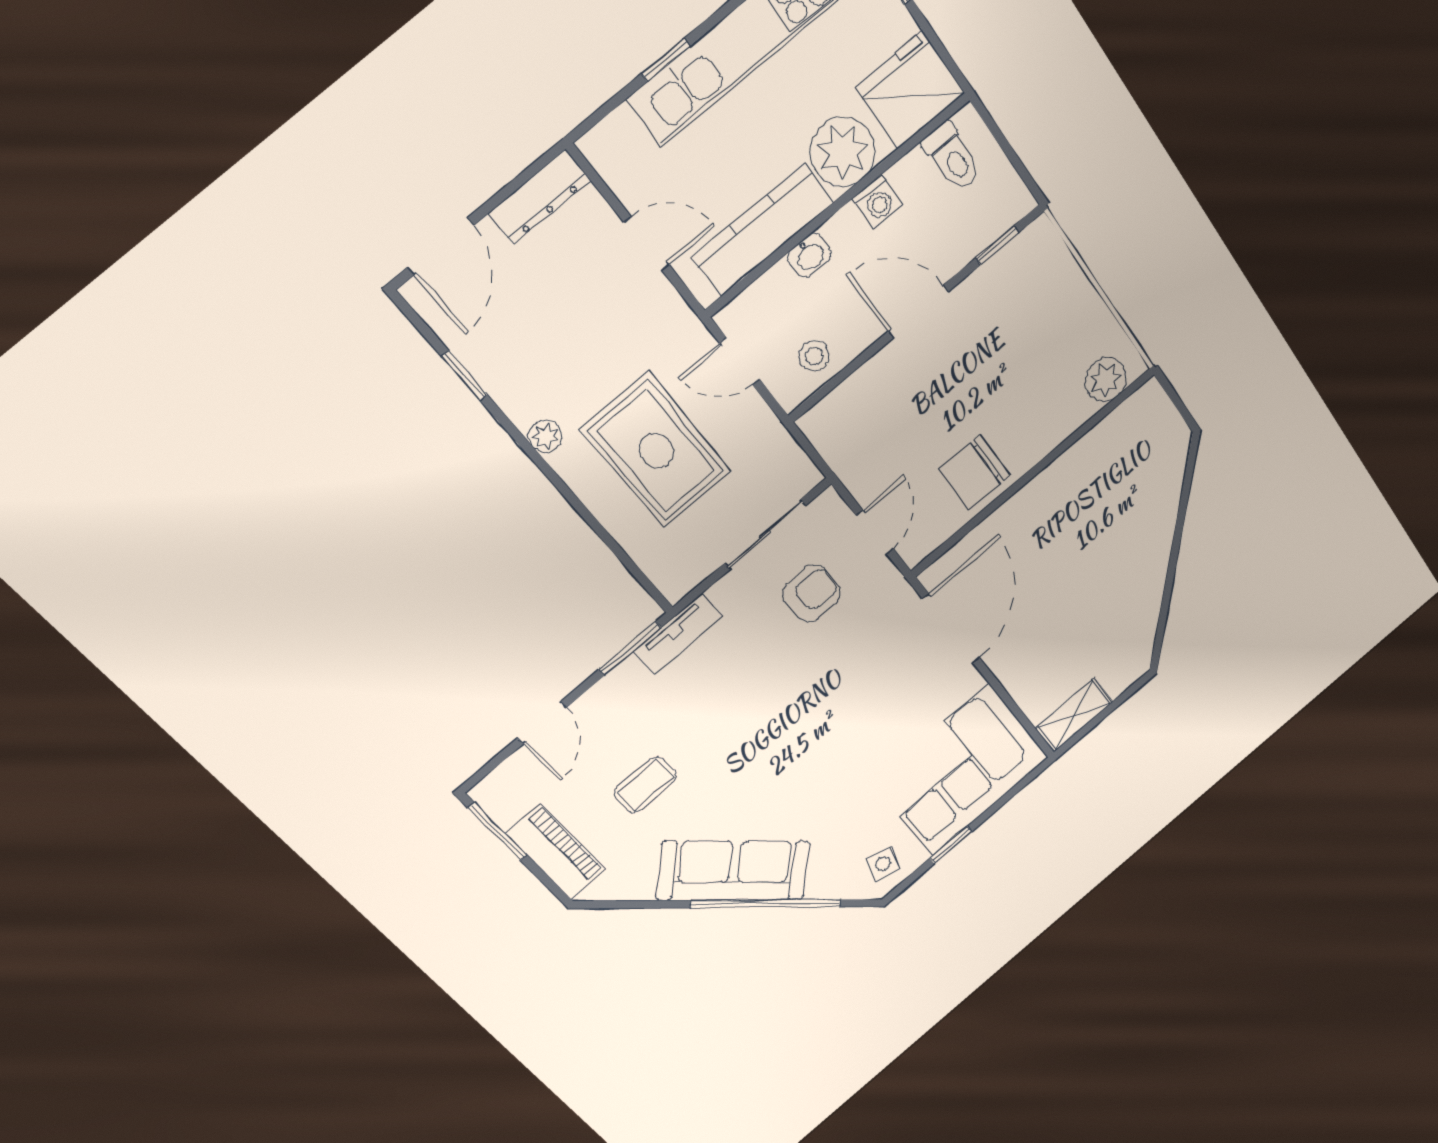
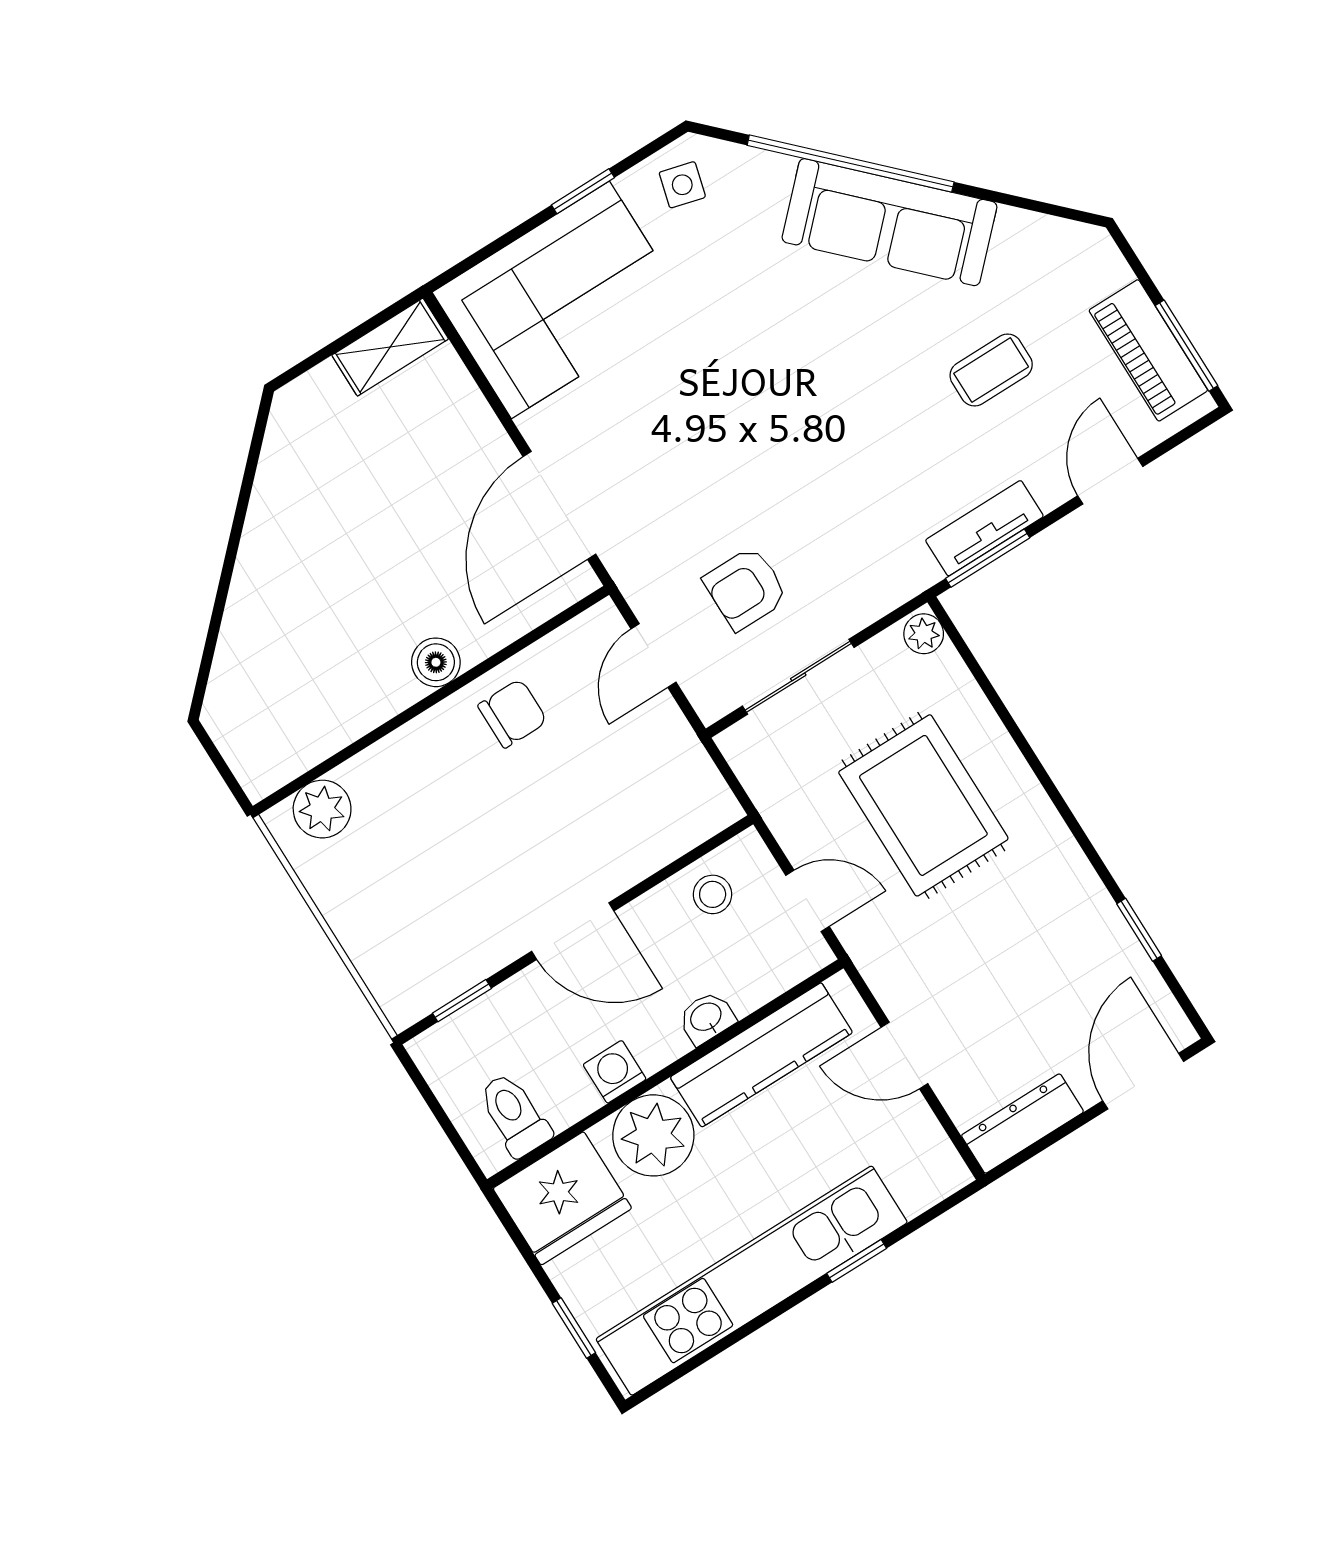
plant: (545, 436) -> (924, 634), moved
chair: (974, 472) -> (513, 713), width x0.73, depth x0.73
boiler: (1031, 501) -> (436, 662), added
tv unit: (678, 634) -> (984, 528), moved
piano: (556, 852) -> (1148, 350), moved

